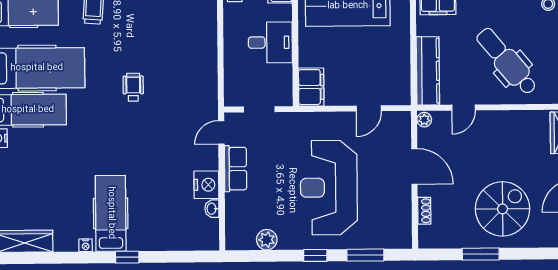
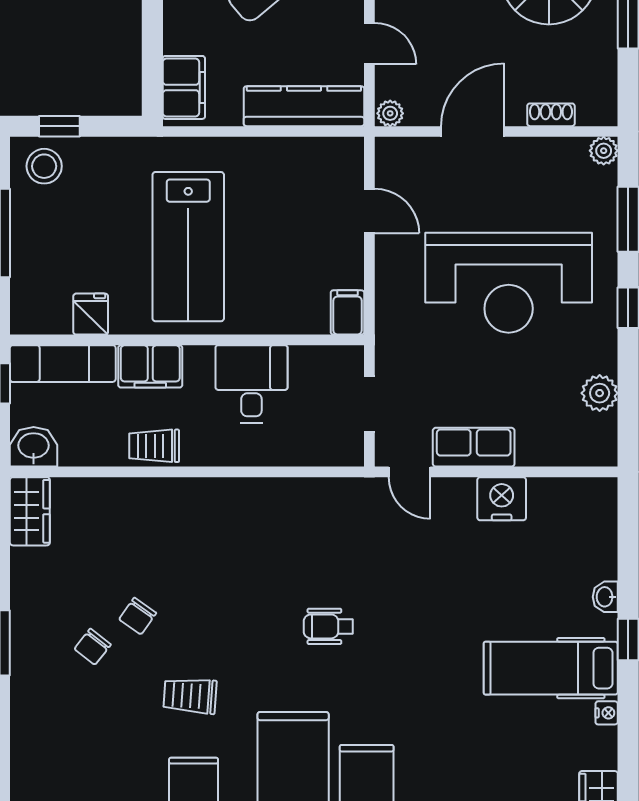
filing cabinet: (311, 87) -> (347, 312), width x0.50
washbasin: (212, 209) -> (605, 597), moved, turned 90
plant: (404, 241) -> (604, 151), added

